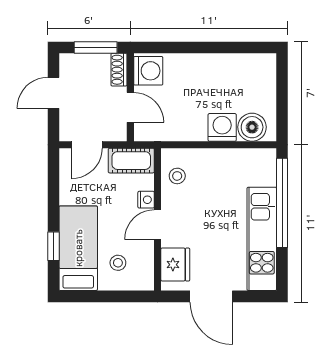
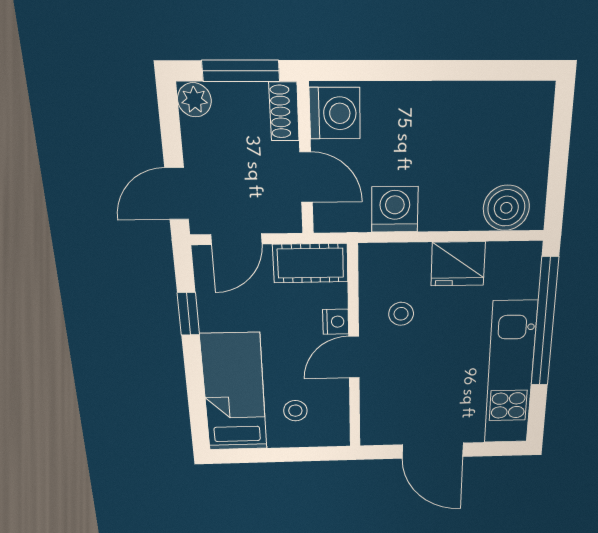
plant: (68, 63) -> (194, 100), added
door: (53, 93) -> (177, 194), moved
washing machine: (222, 127) -> (395, 209), moved
stool: (177, 176) -> (401, 314), moved
window: (53, 246) -> (188, 314), moved
fridge: (175, 265) -> (458, 264), moved, turned 90

